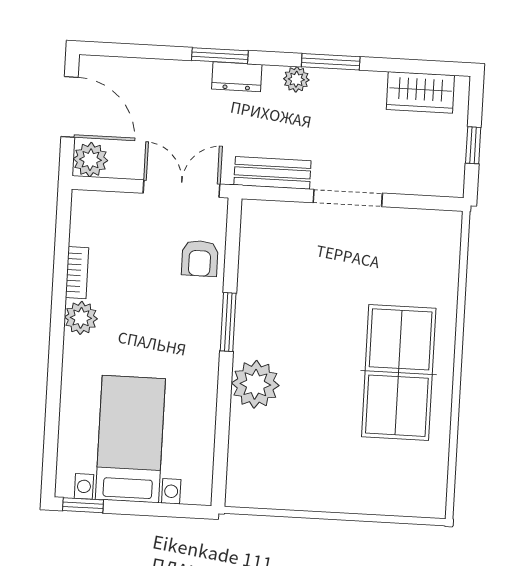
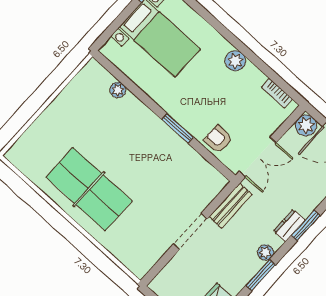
bookcase: (77, 273) -> (277, 93), moved
plant: (255, 384) -> (118, 90), moved, width x0.53, depth x0.53

